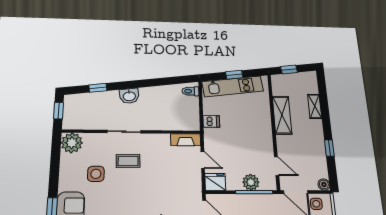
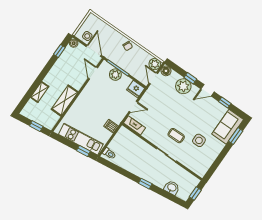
window: (234, 75) -> (83, 151), moved
window: (98, 88) -> (145, 184), moved
washbasin: (129, 96) -> (172, 188), moved
plant: (72, 143) -> (200, 168), removed
window: (329, 148) -> (59, 51), moved
door: (203, 160) -> (133, 107), swing flipped

